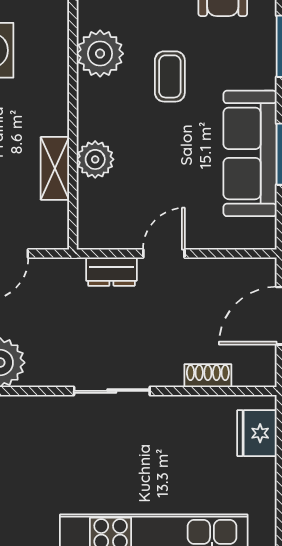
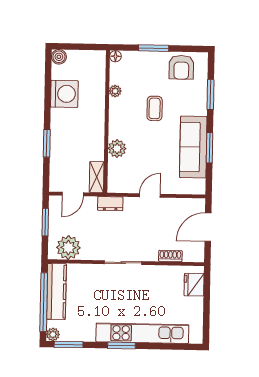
plant: (100, 54) -> (115, 91), width x0.53, depth x0.53
shelving: (55, 168) -> (97, 177), moved
dresser: (111, 272) -> (110, 204), moved

